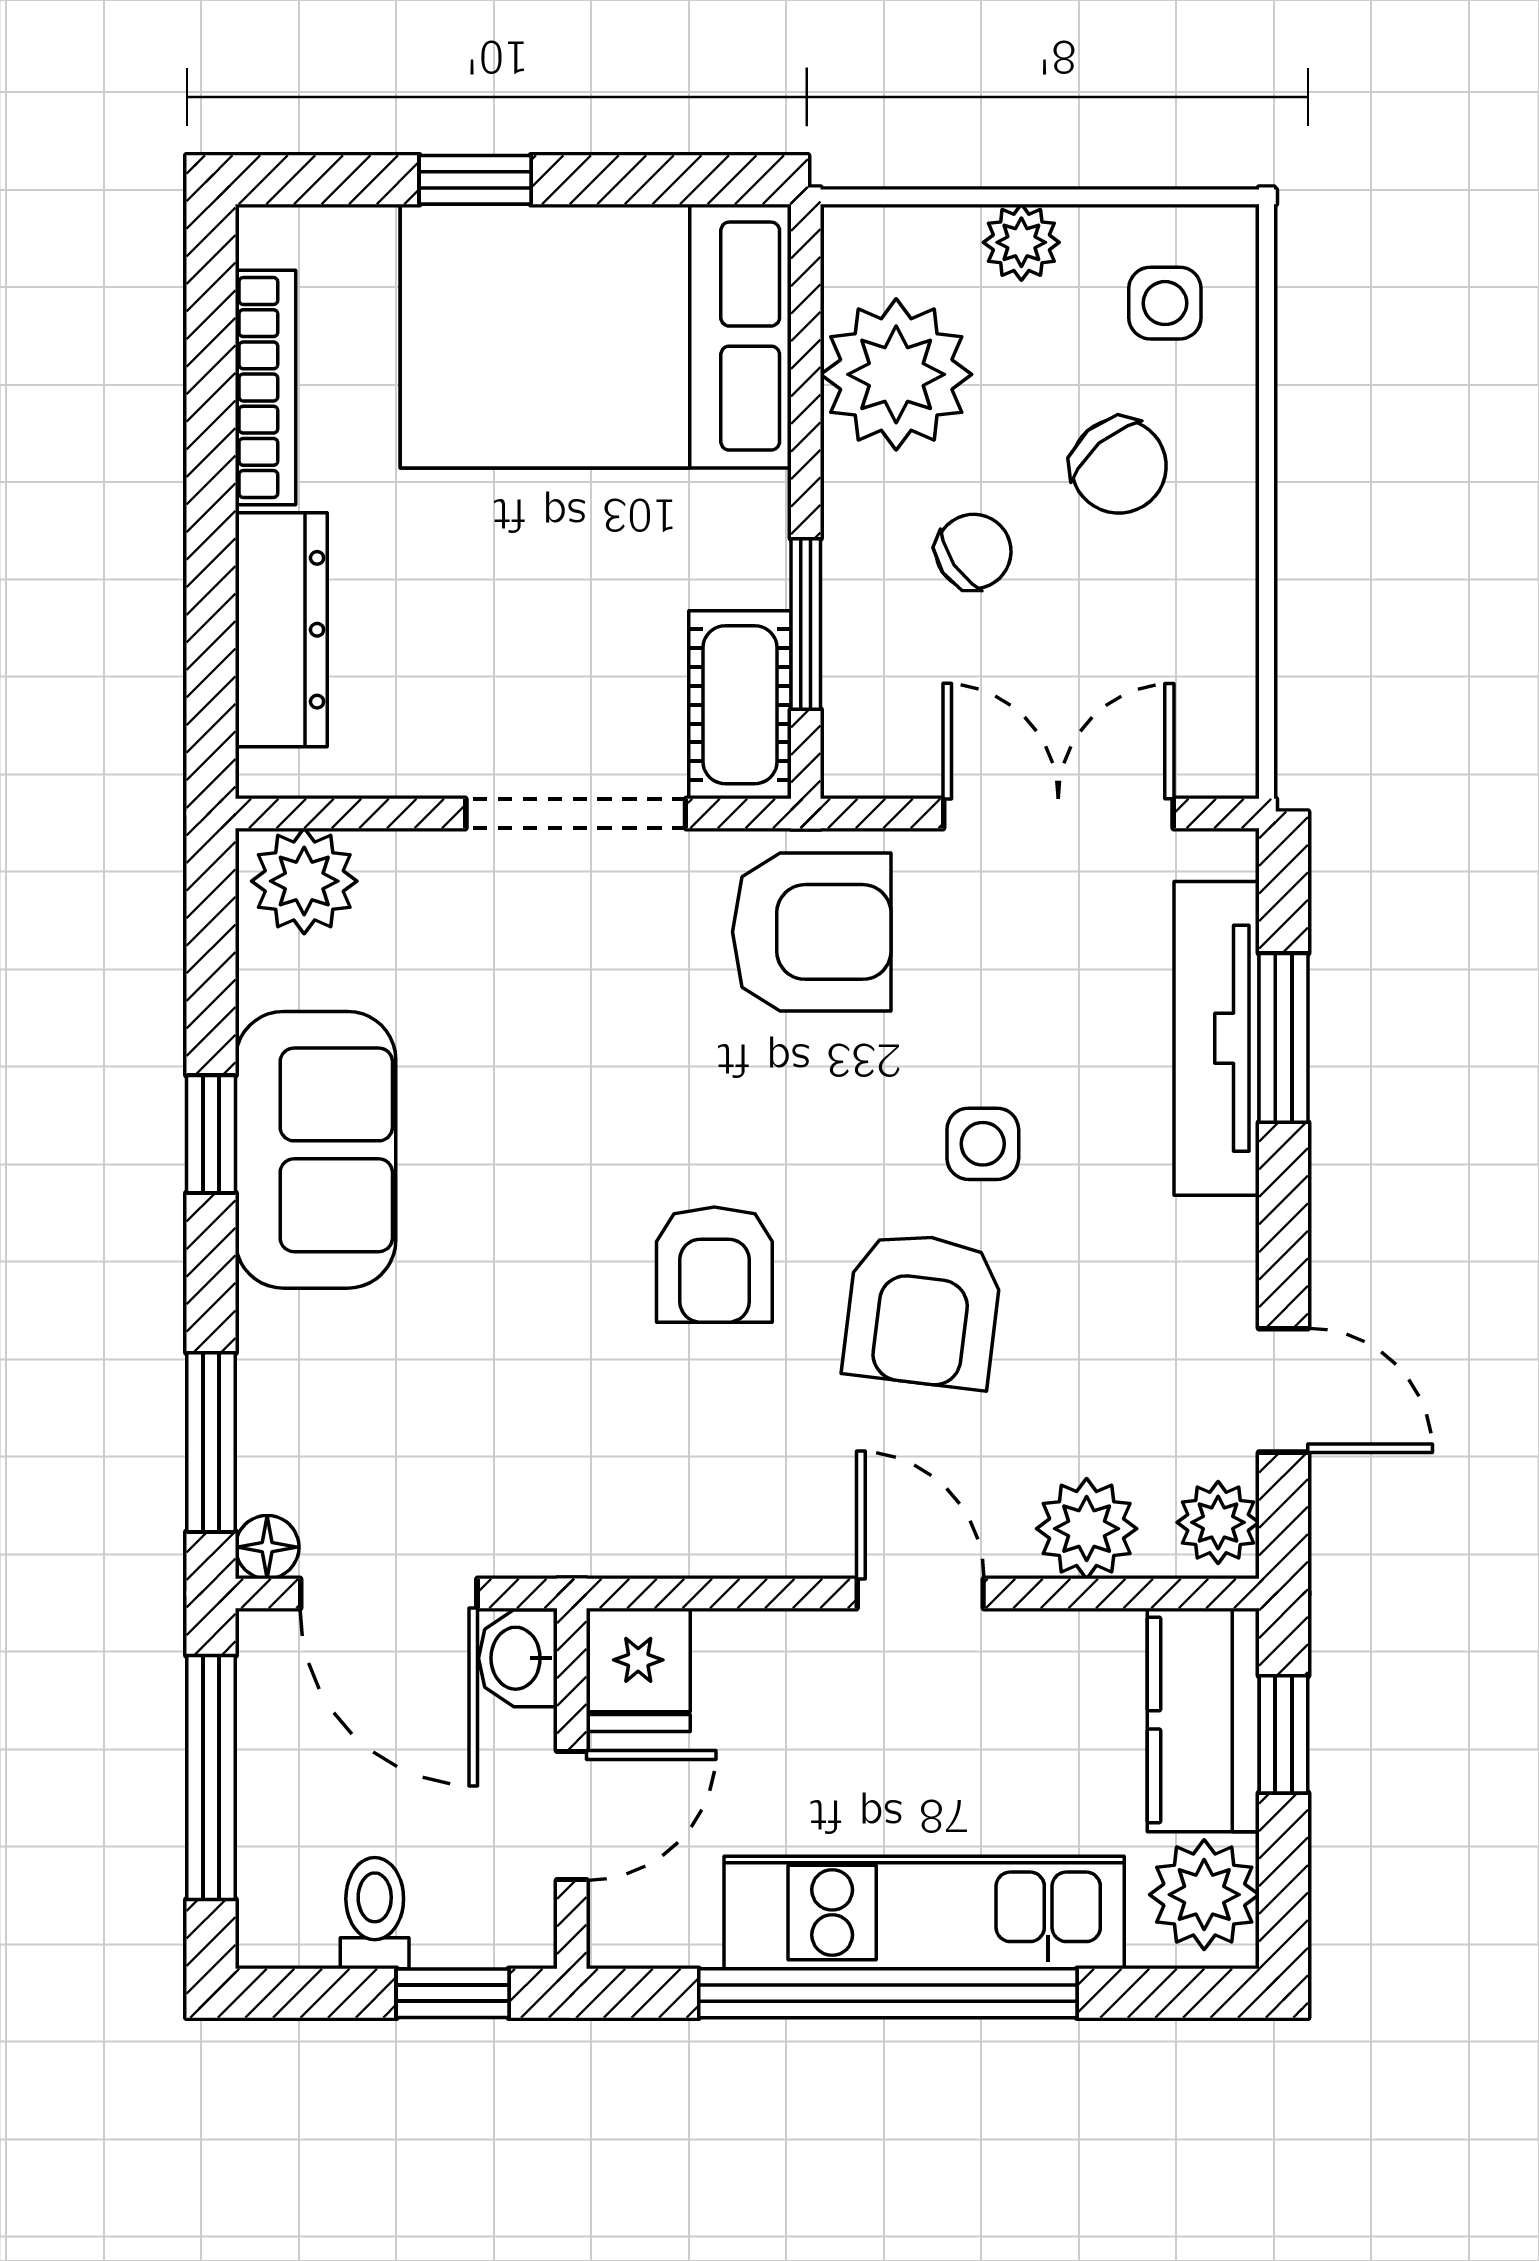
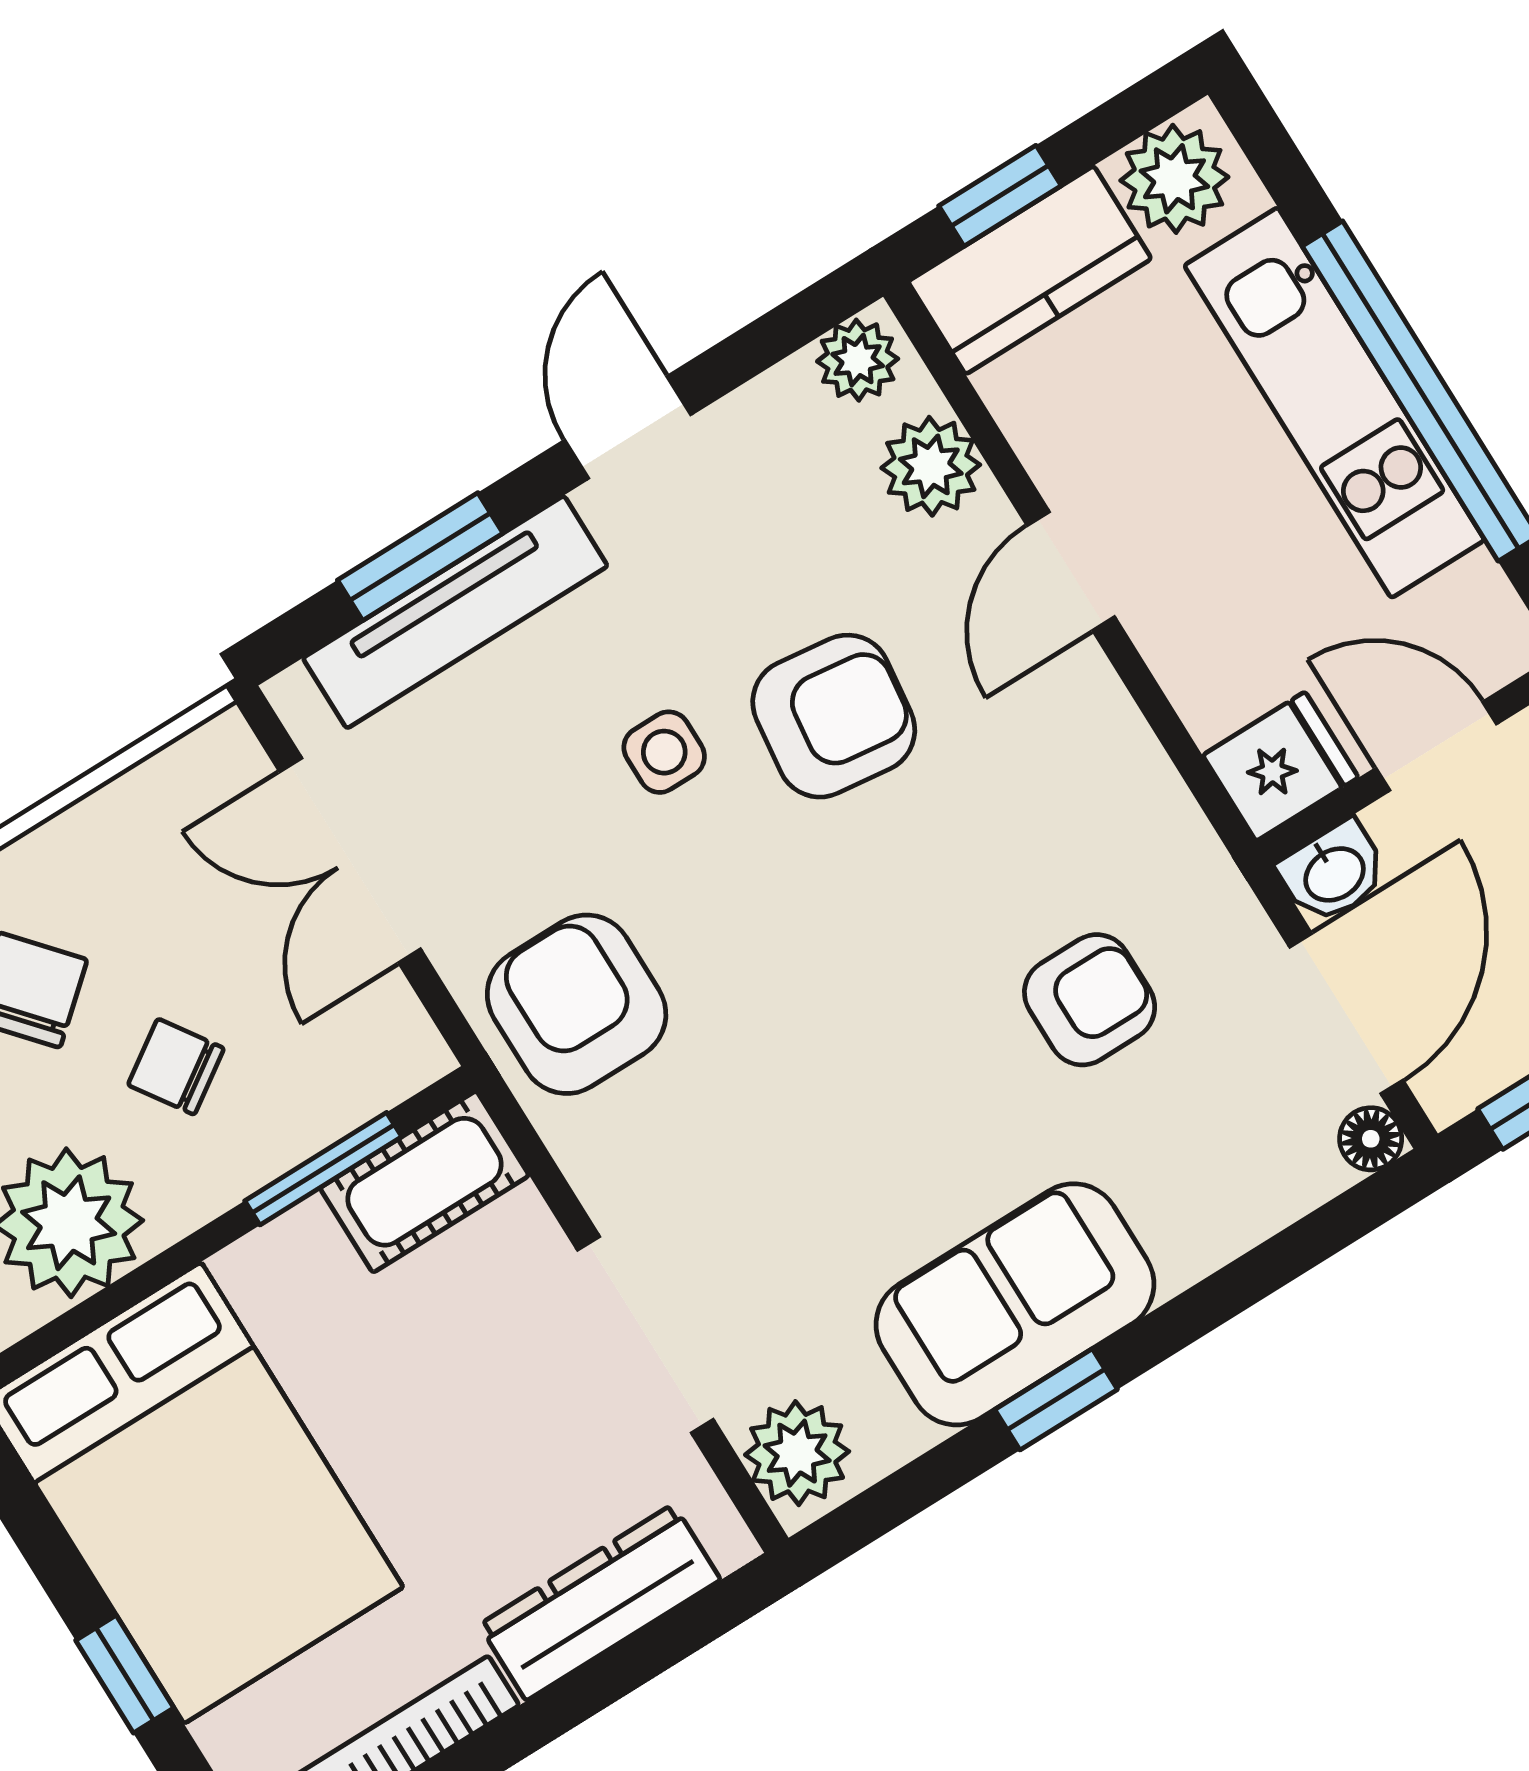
doorway: (576, 813) -> (645, 1335), moved
armchair: (714, 1265) -> (1090, 1000), moved
door: (1284, 1390) -> (628, 427), moved
window: (211, 1442) -> (1313, 1240), removed

